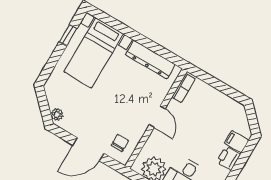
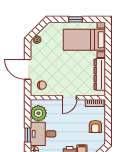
window: (68, 35) -> (76, 19), moved
armchair: (215, 105) -> (95, 127), added

